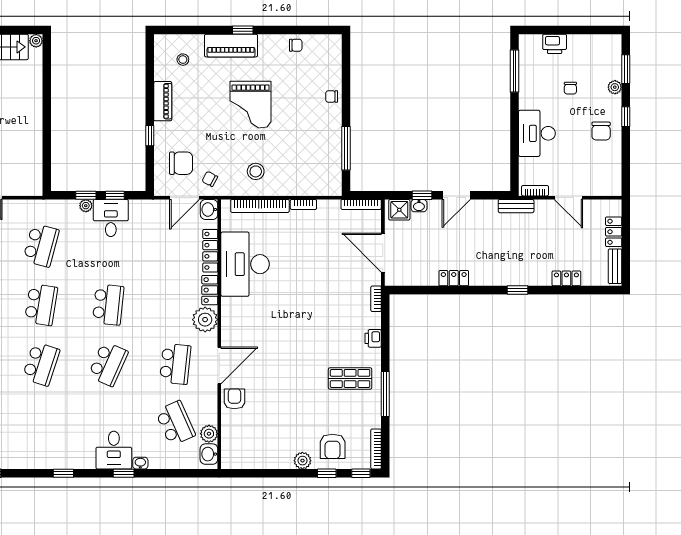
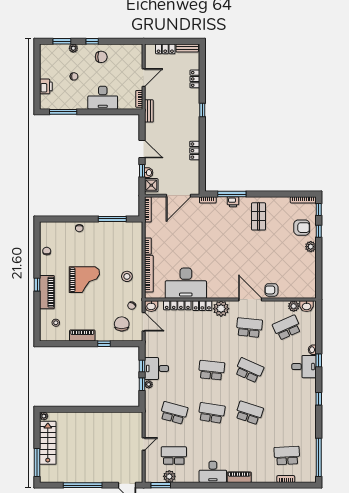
window: (385, 394) -> (232, 194), moved

